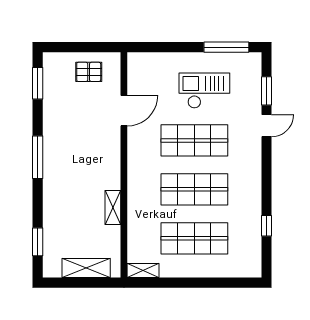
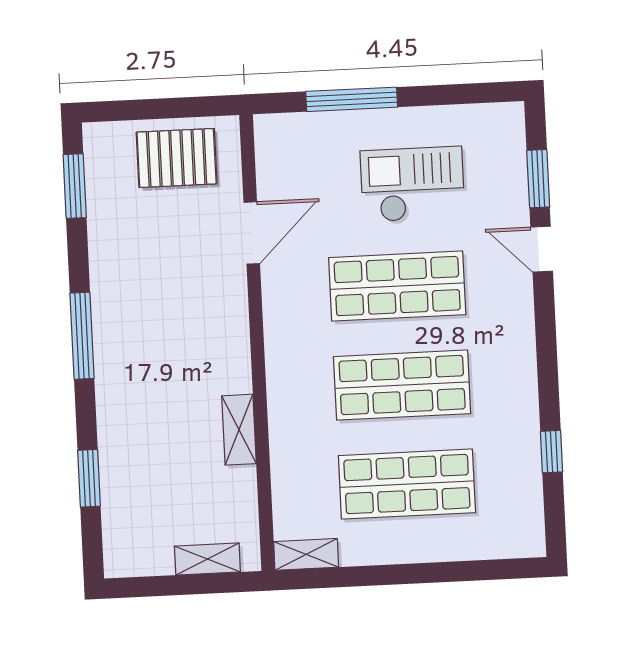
window: (226, 47) -> (352, 99), moved
pallet: (89, 72) -> (177, 158), width x1.50, depth x1.42
door: (267, 126) -> (542, 249), swing flipped
window: (38, 242) -> (89, 478), moved
shelving: (86, 268) -> (207, 559), width x0.67, depth x0.75

